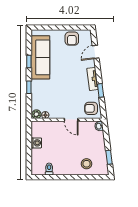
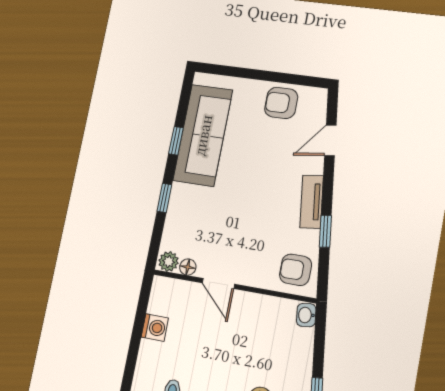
armchair: (72, 39) -> (281, 103), turned 90
door: (71, 120) -> (218, 284), moved

